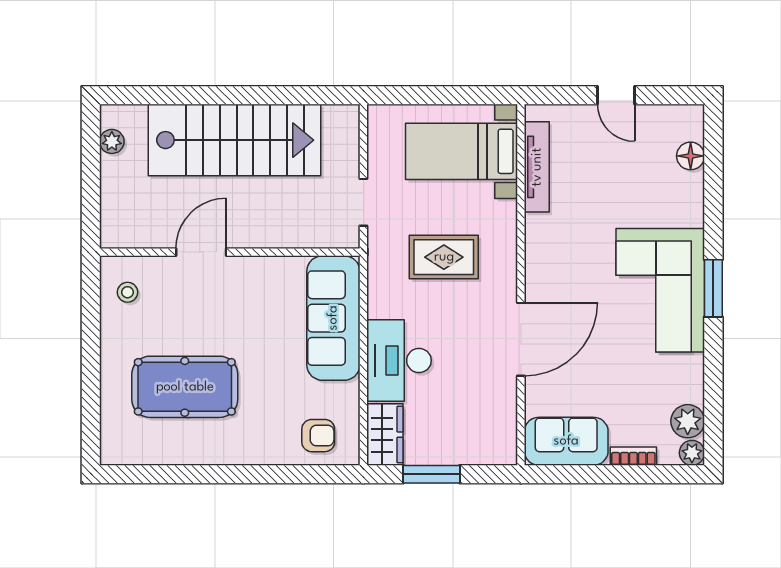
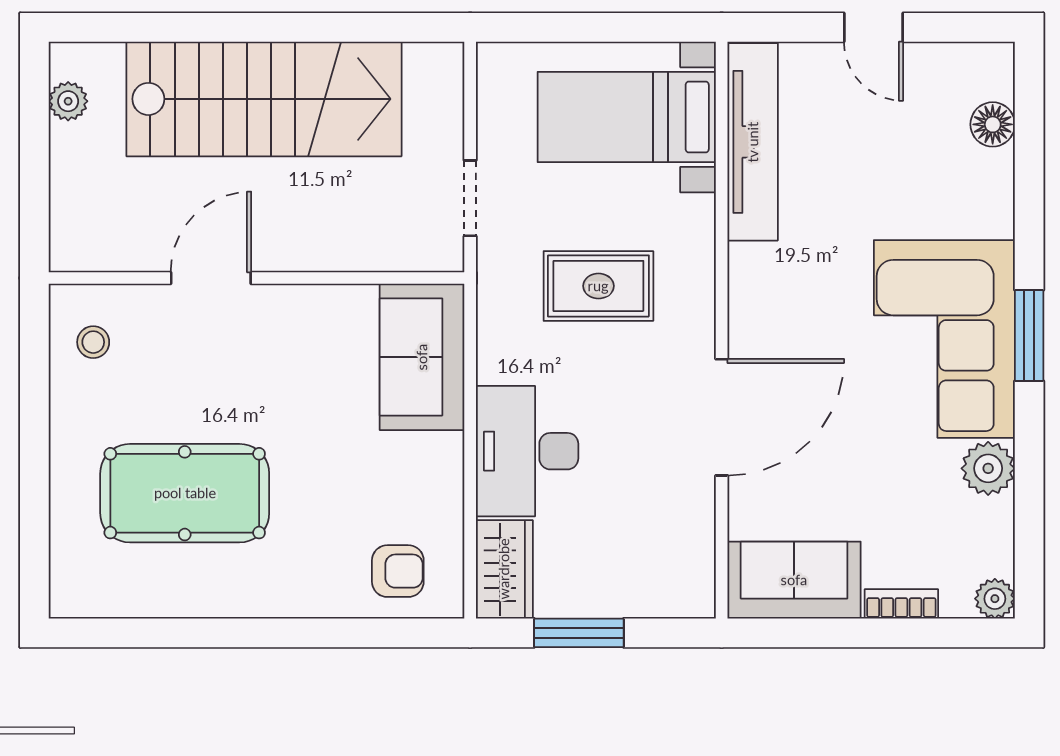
tv unit: (537, 167) -> (753, 142), width x1.36, depth x1.29
sofa: (333, 318) -> (422, 357), width x0.73
plant: (688, 421) -> (988, 468), moved

